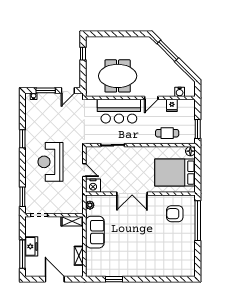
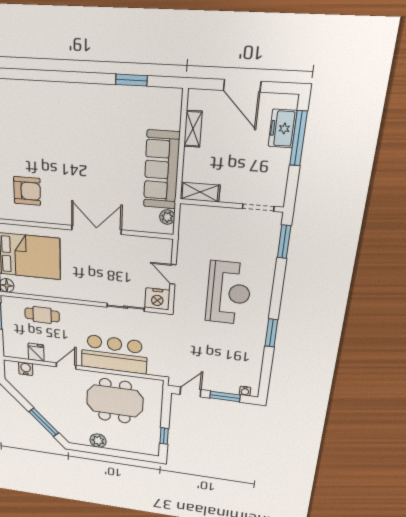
plant: (129, 42) -> (98, 441), added
nightstand: (93, 186) -> (157, 299), moved, turned 180
sofa: (95, 232) -> (162, 170), width x1.36
freezer: (31, 246) -> (283, 129), moved

